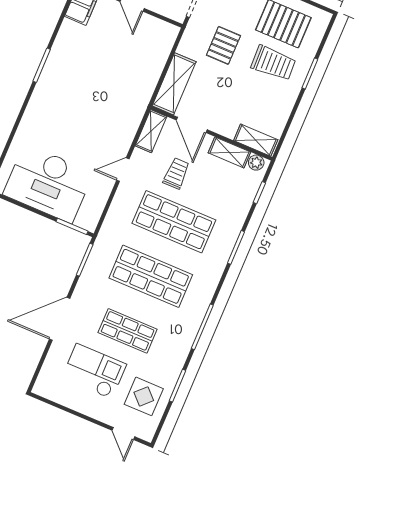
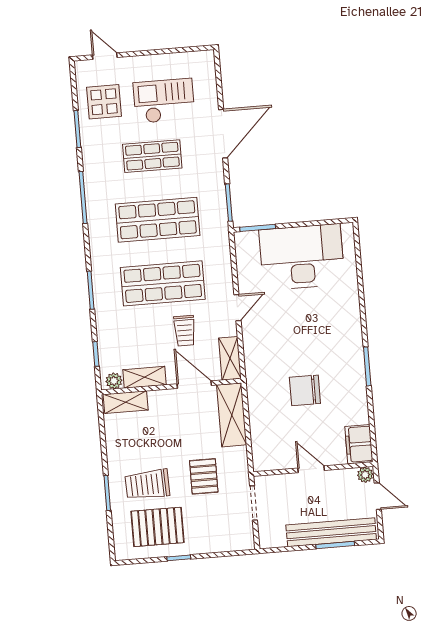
chair: (103, 72) -> (305, 390), added
checkout: (94, 371) -> (164, 101), turned 180

